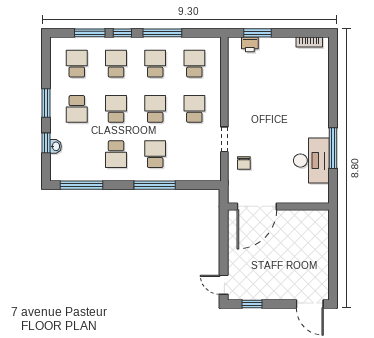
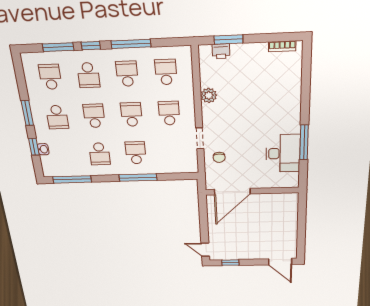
school desk: (116, 64) -> (88, 75), turned 180
plant: (236, 91) -> (209, 95), added

